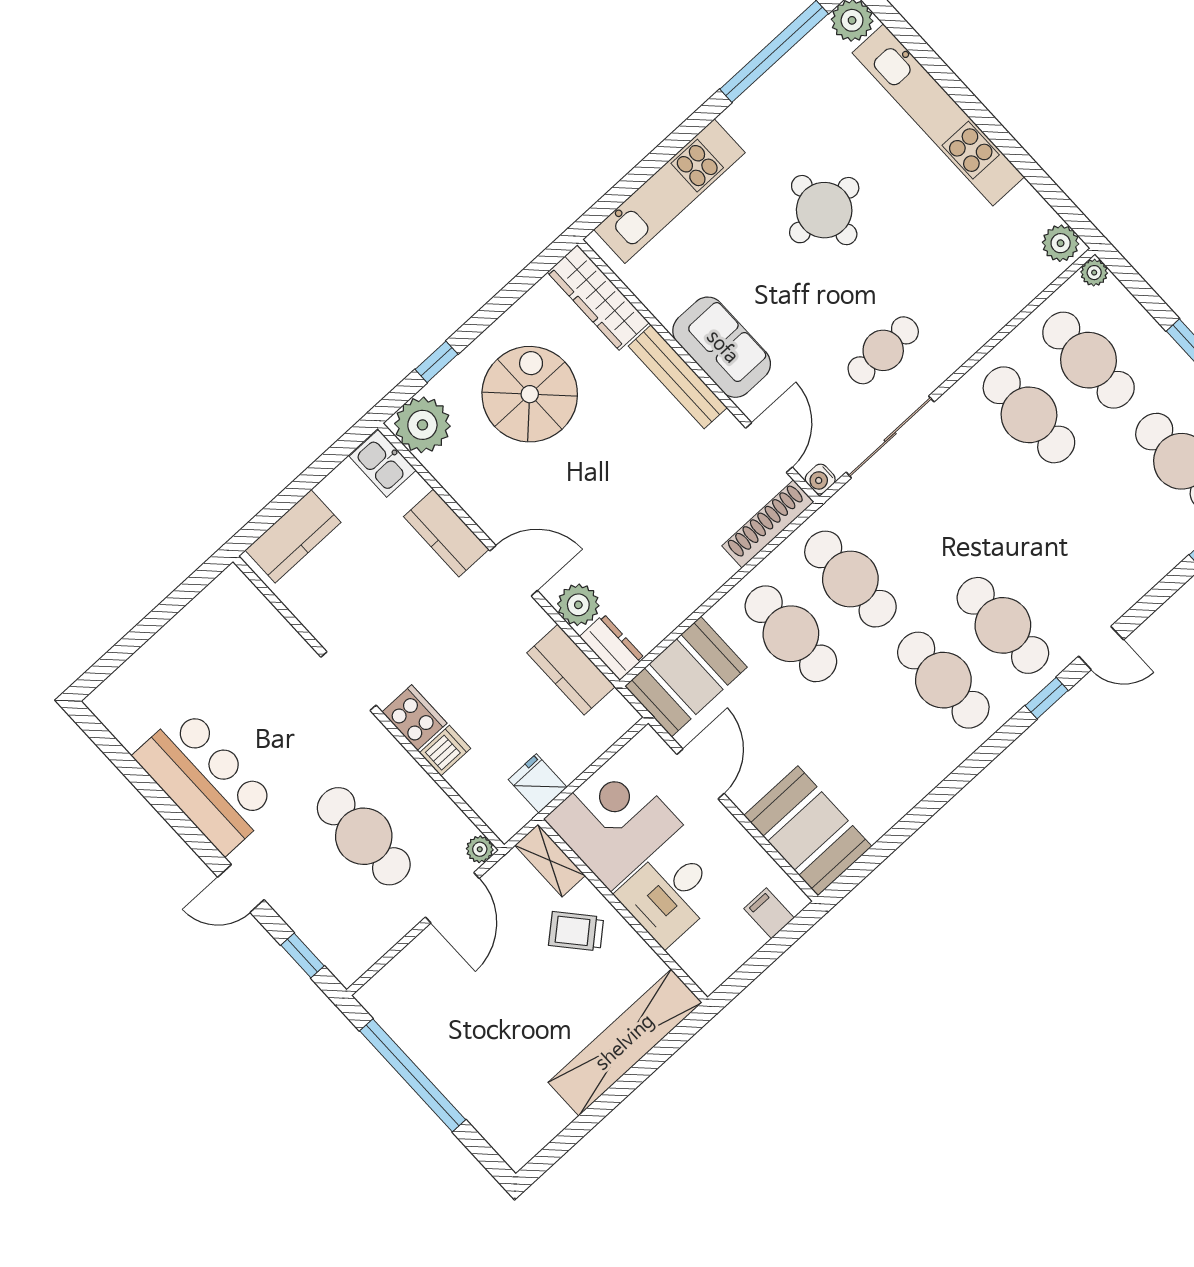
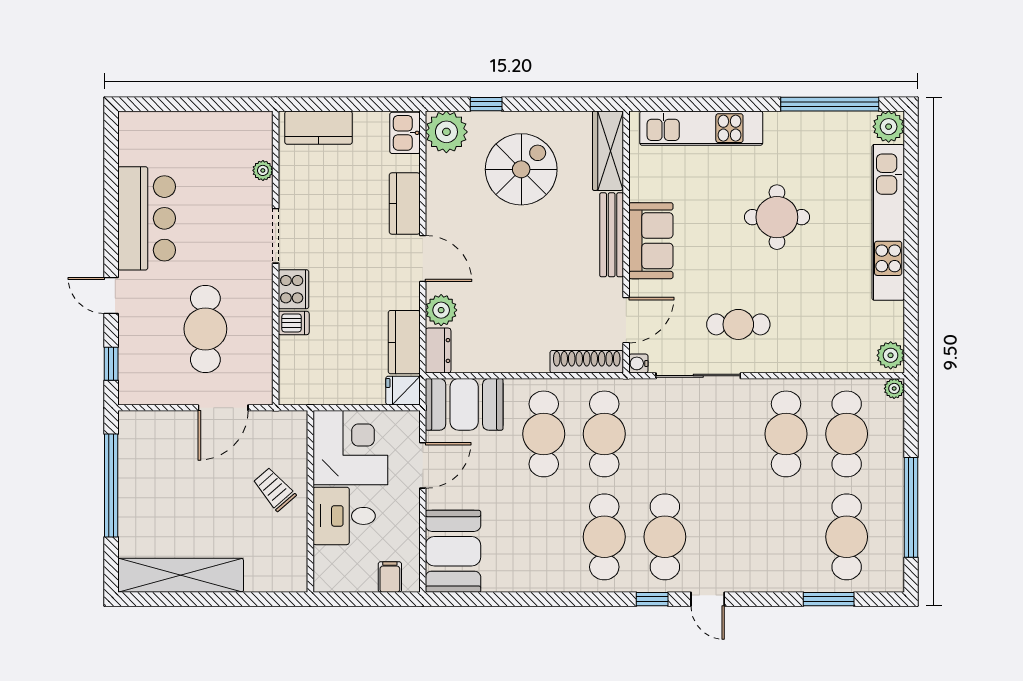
fridge: (538, 783) -> (403, 390), moved, turned -90
plant: (480, 849) -> (263, 170), moved
shelving: (550, 860) -> (296, 437), removed
shelving: (625, 1043) -> (181, 575), moved

